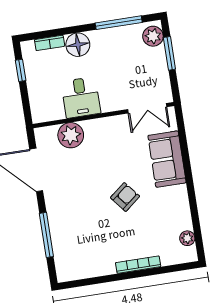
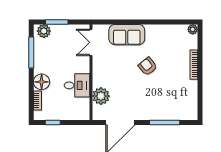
double door: (147, 108) -> (91, 42), swing flipped
plant: (187, 238) -> (193, 29), moved

